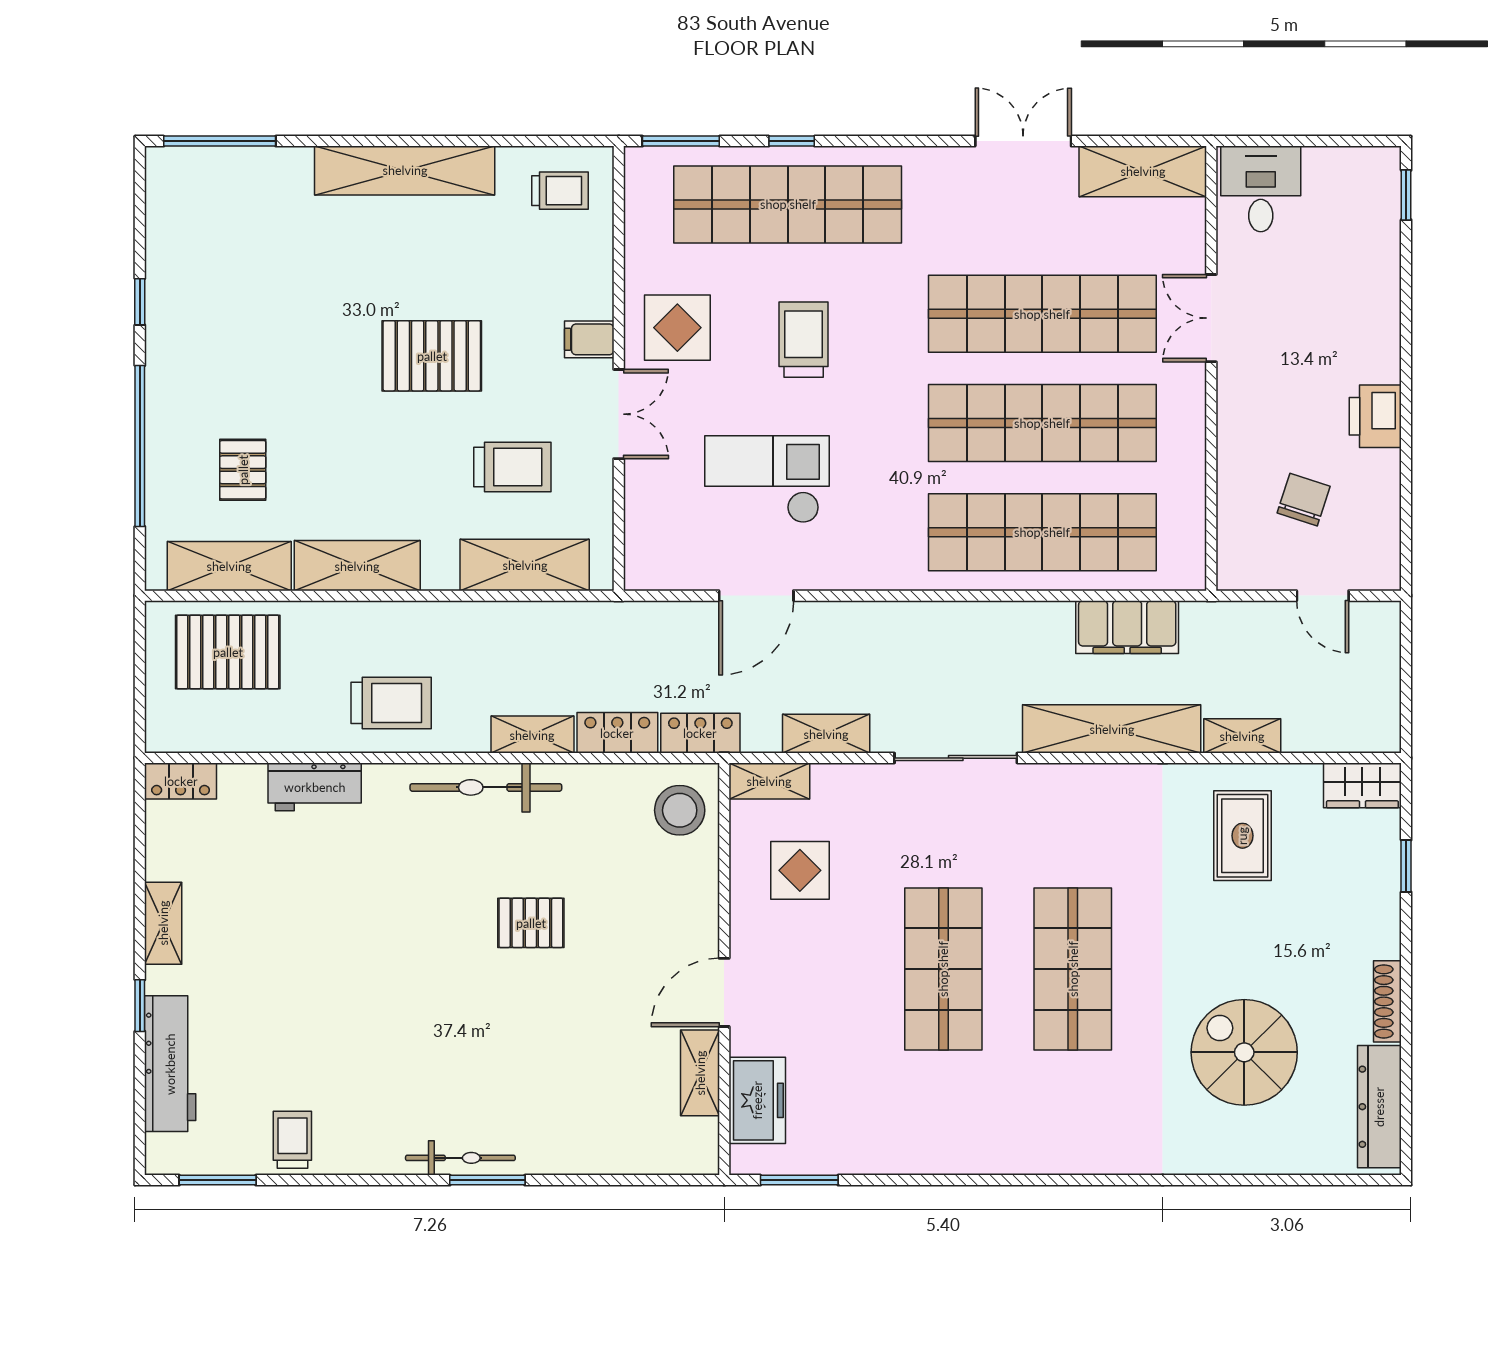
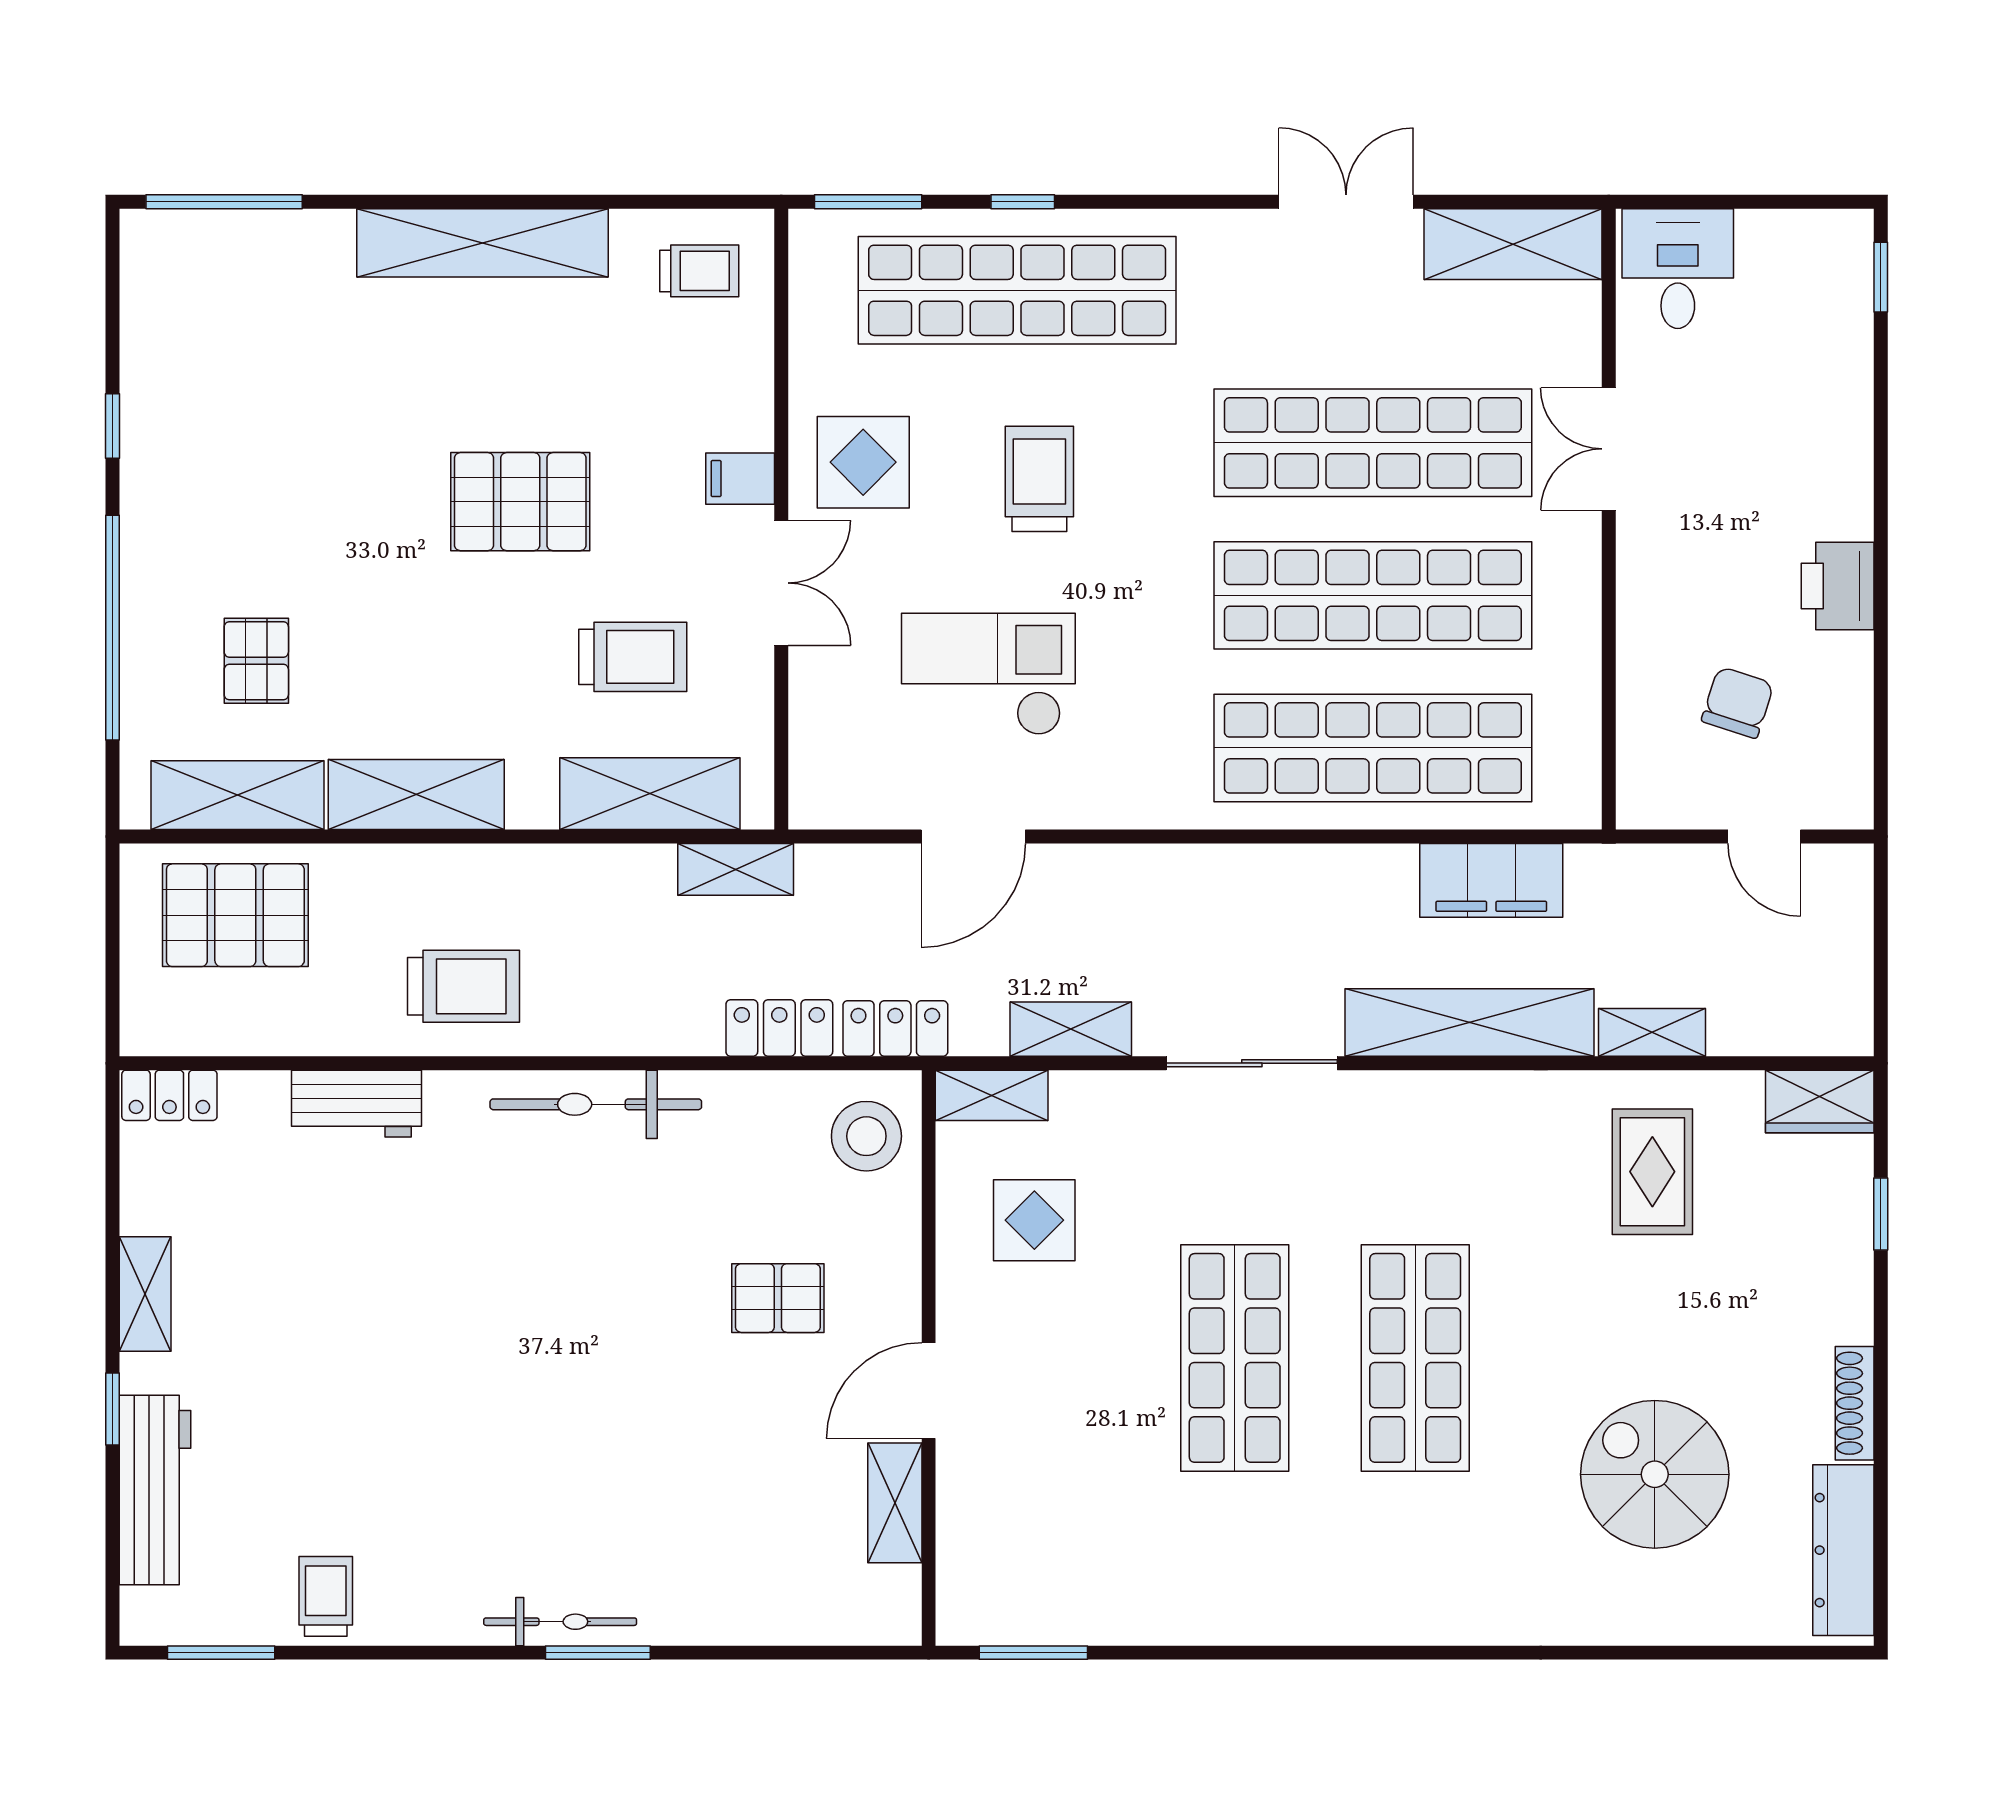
shelving: (532, 735) -> (736, 869), moved
pallet: (531, 923) -> (778, 1298), moved
freezer: (757, 1100) -> (975, 1541), removed

